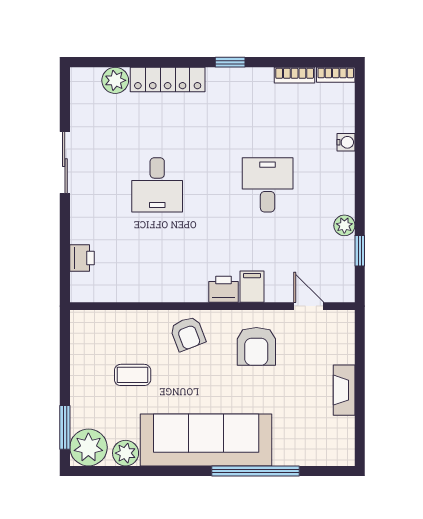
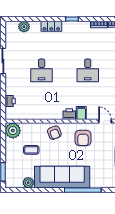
locker: (168, 79) -> (51, 26), width x0.66
desk: (268, 185) -> (88, 70), turned 180
plant: (88, 447) -> (13, 131), moved

